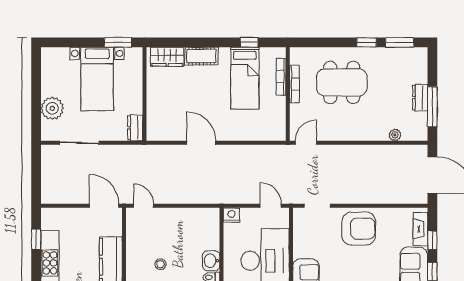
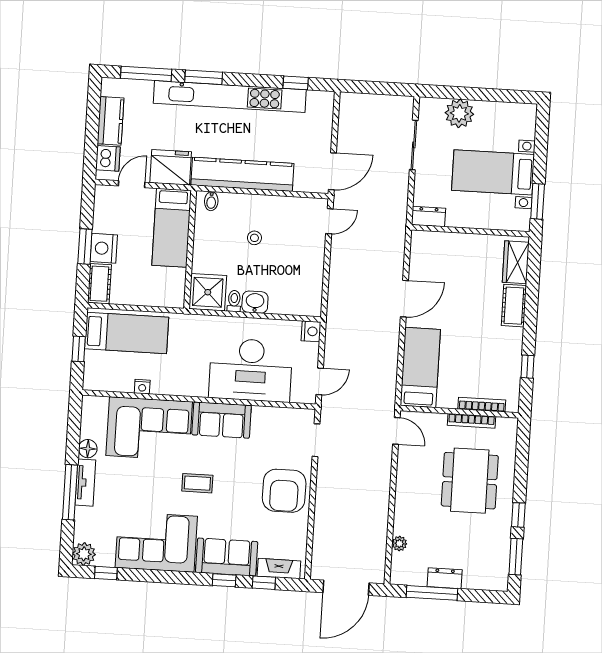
bed: (245, 78) -> (420, 367), moved, turned 90

